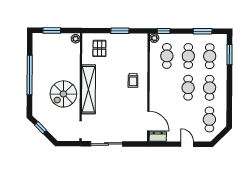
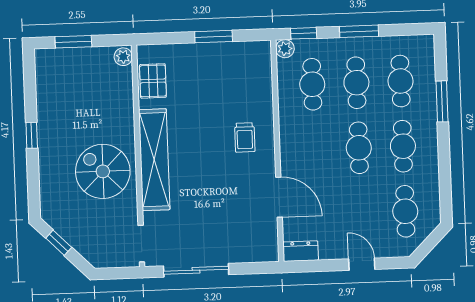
window: (203, 31) -> (359, 31), moved
pallet: (99, 48) -> (153, 81), moved
window: (230, 55) -> (442, 101), moved
window: (30, 75) -> (32, 135), width x0.32
spiral stairs: (63, 94) -> (103, 171), turned 90
door: (148, 121) -> (279, 197), moved

